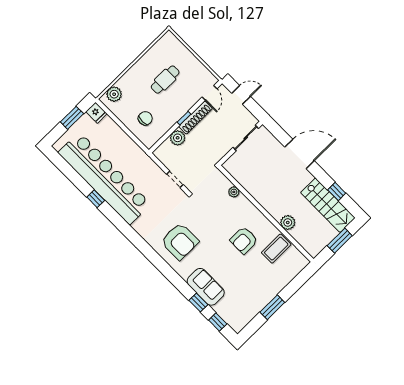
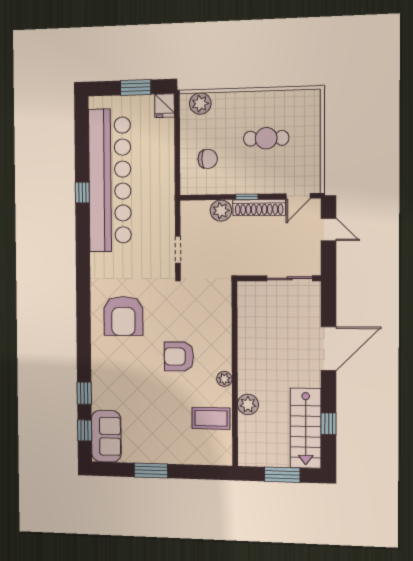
door: (300, 154) -> (329, 349), hinge flipped
plant: (234, 192) -> (224, 379), moved
armchair: (244, 240) -> (179, 357), moved
sofa: (206, 287) -> (106, 436), moved

